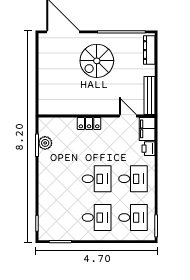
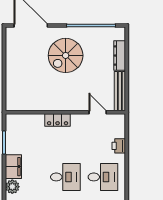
dresser: (149, 50) -> (120, 56), moved
filing cabinet: (147, 129) -> (13, 167), moved, turned 180
plant: (45, 143) -> (12, 187), moved

